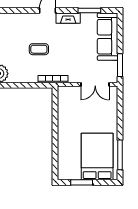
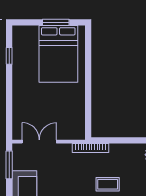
window: (120, 155) -> (9, 56), width x0.46
bed: (97, 156) -> (58, 54), moved

